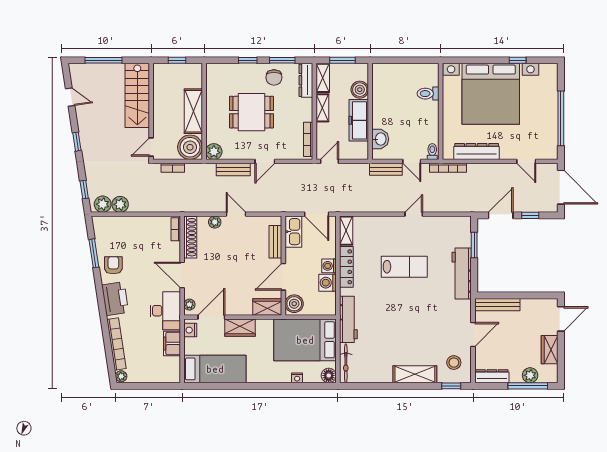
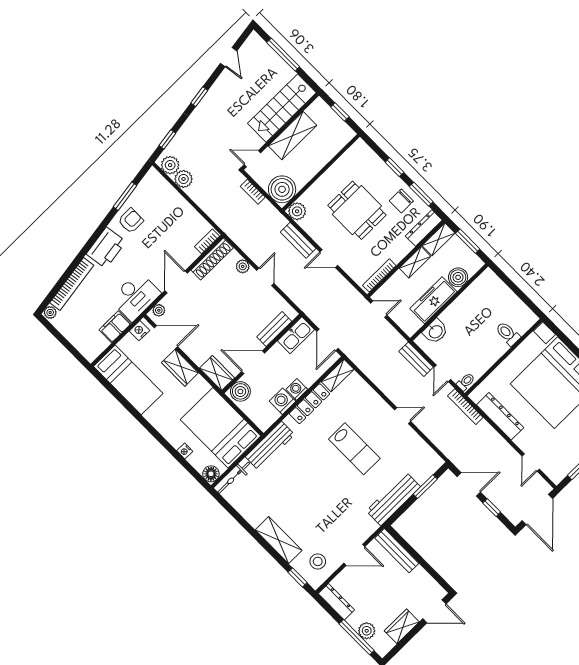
shelving: (193, 111) -> (292, 136), moved

